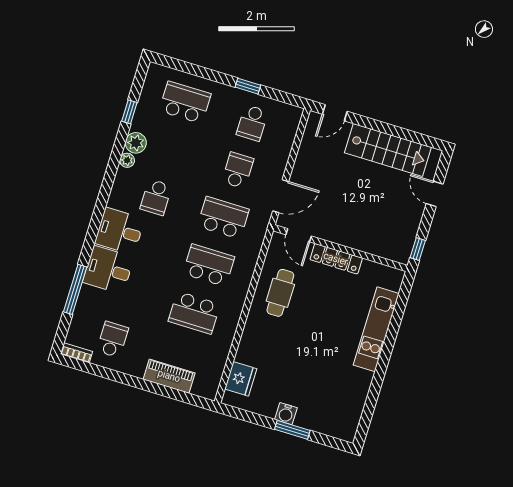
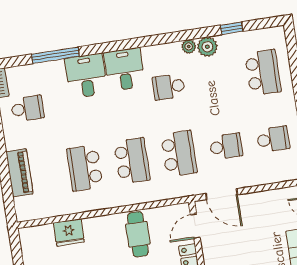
school desk: (252, 123) -> (273, 139), turned 180
cafe table: (280, 293) -> (138, 234), turned 90
fridge: (241, 379) -> (69, 232), moved

